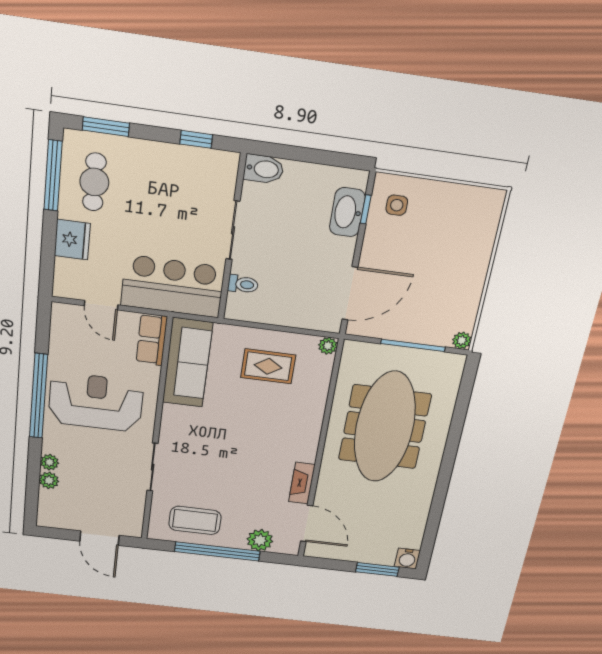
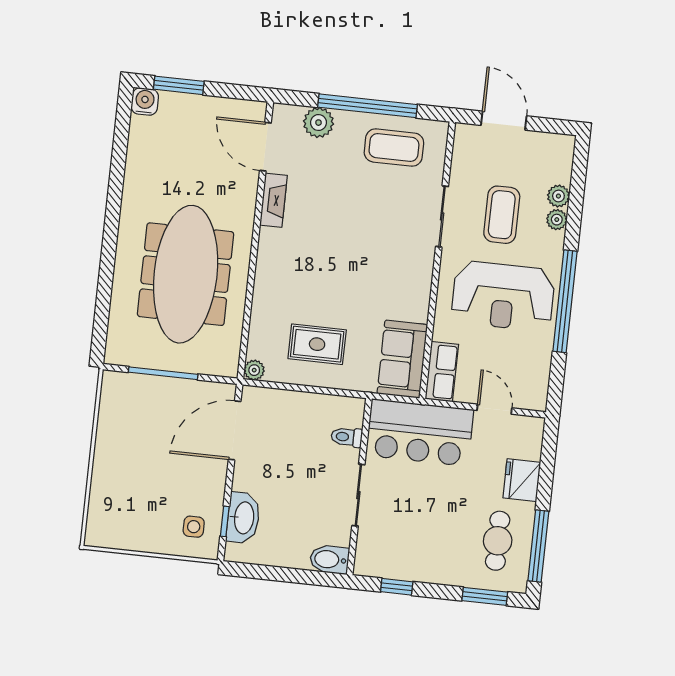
plant: (462, 340) -> (111, 380), removed
sofa: (187, 363) -> (402, 359), width x0.73
coffee table: (99, 467) -> (502, 215), added

